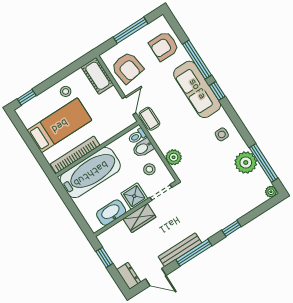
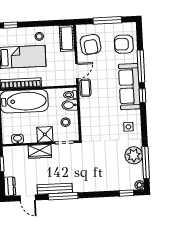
plant: (174, 157) -> (87, 123), removed
washbasin: (111, 213) -> (18, 139), width x0.52, depth x0.69
window: (231, 228) -> (127, 193), moved

